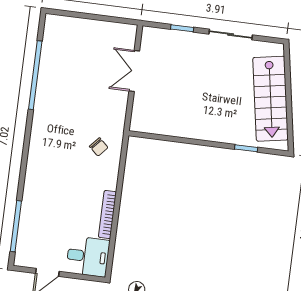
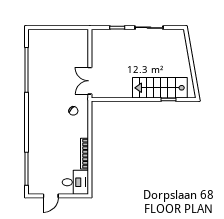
double door: (134, 71) -> (90, 81), moved
stairs: (271, 99) -> (160, 88), moved, turned 100

